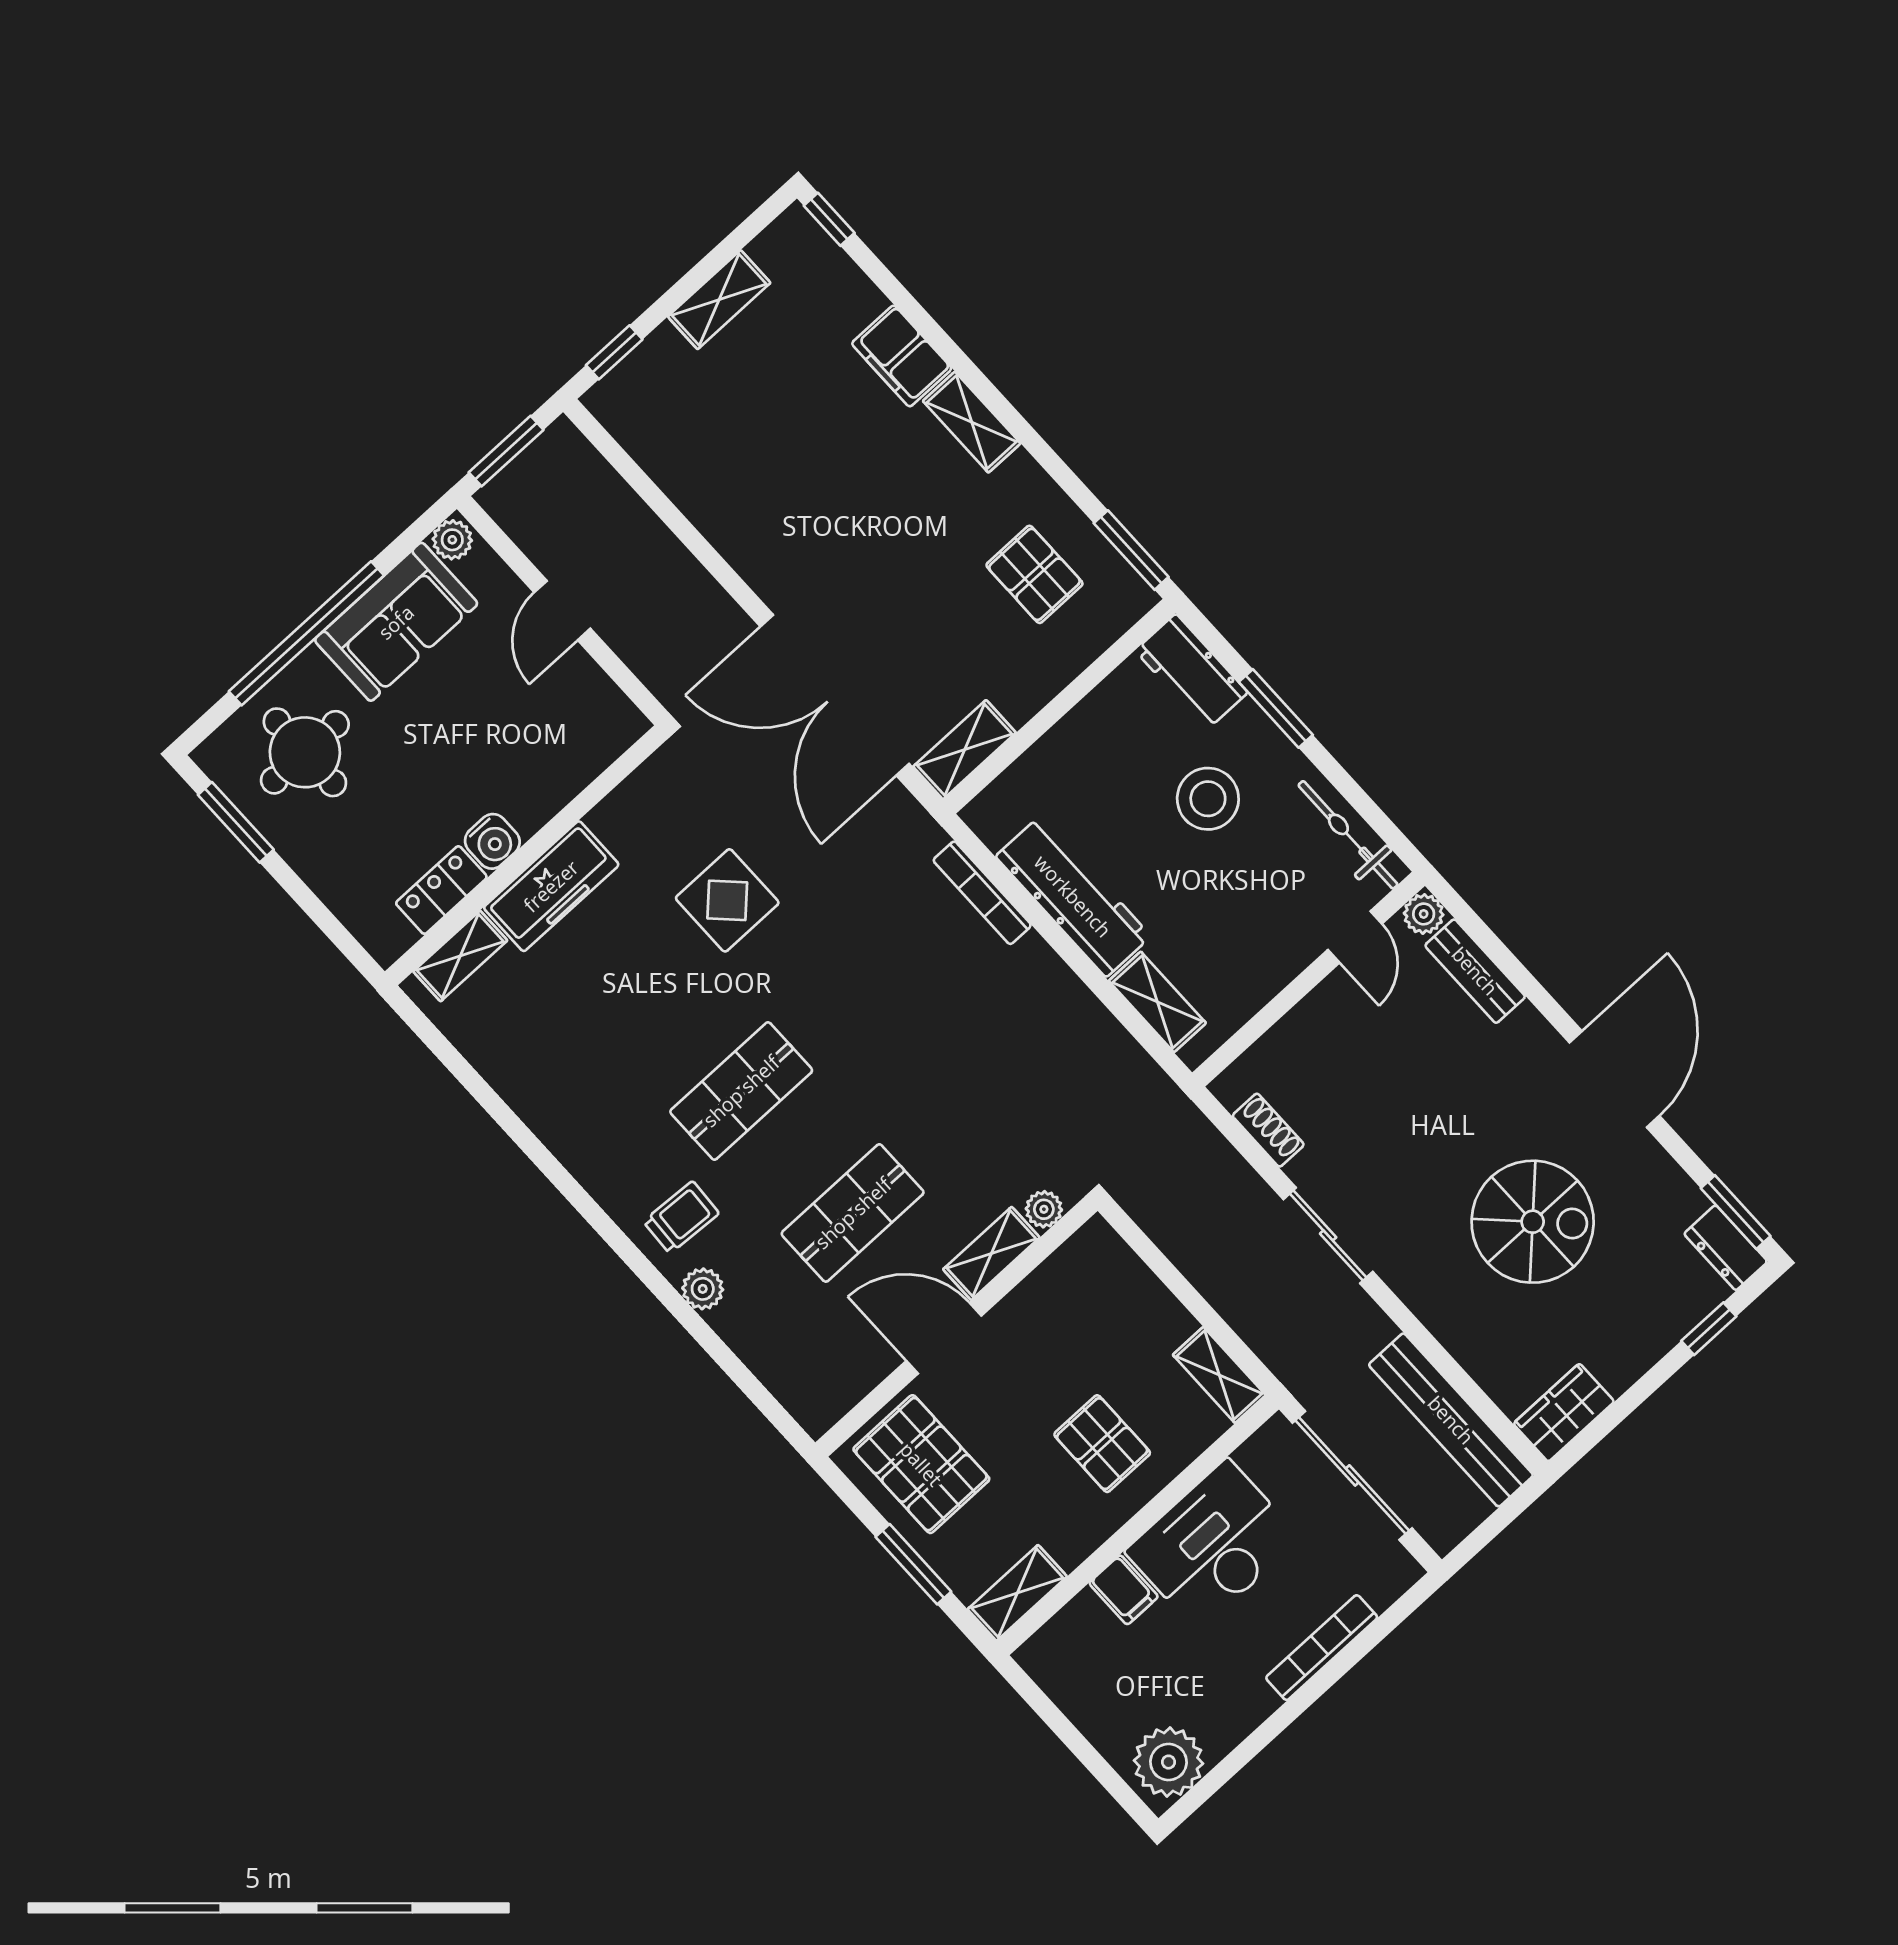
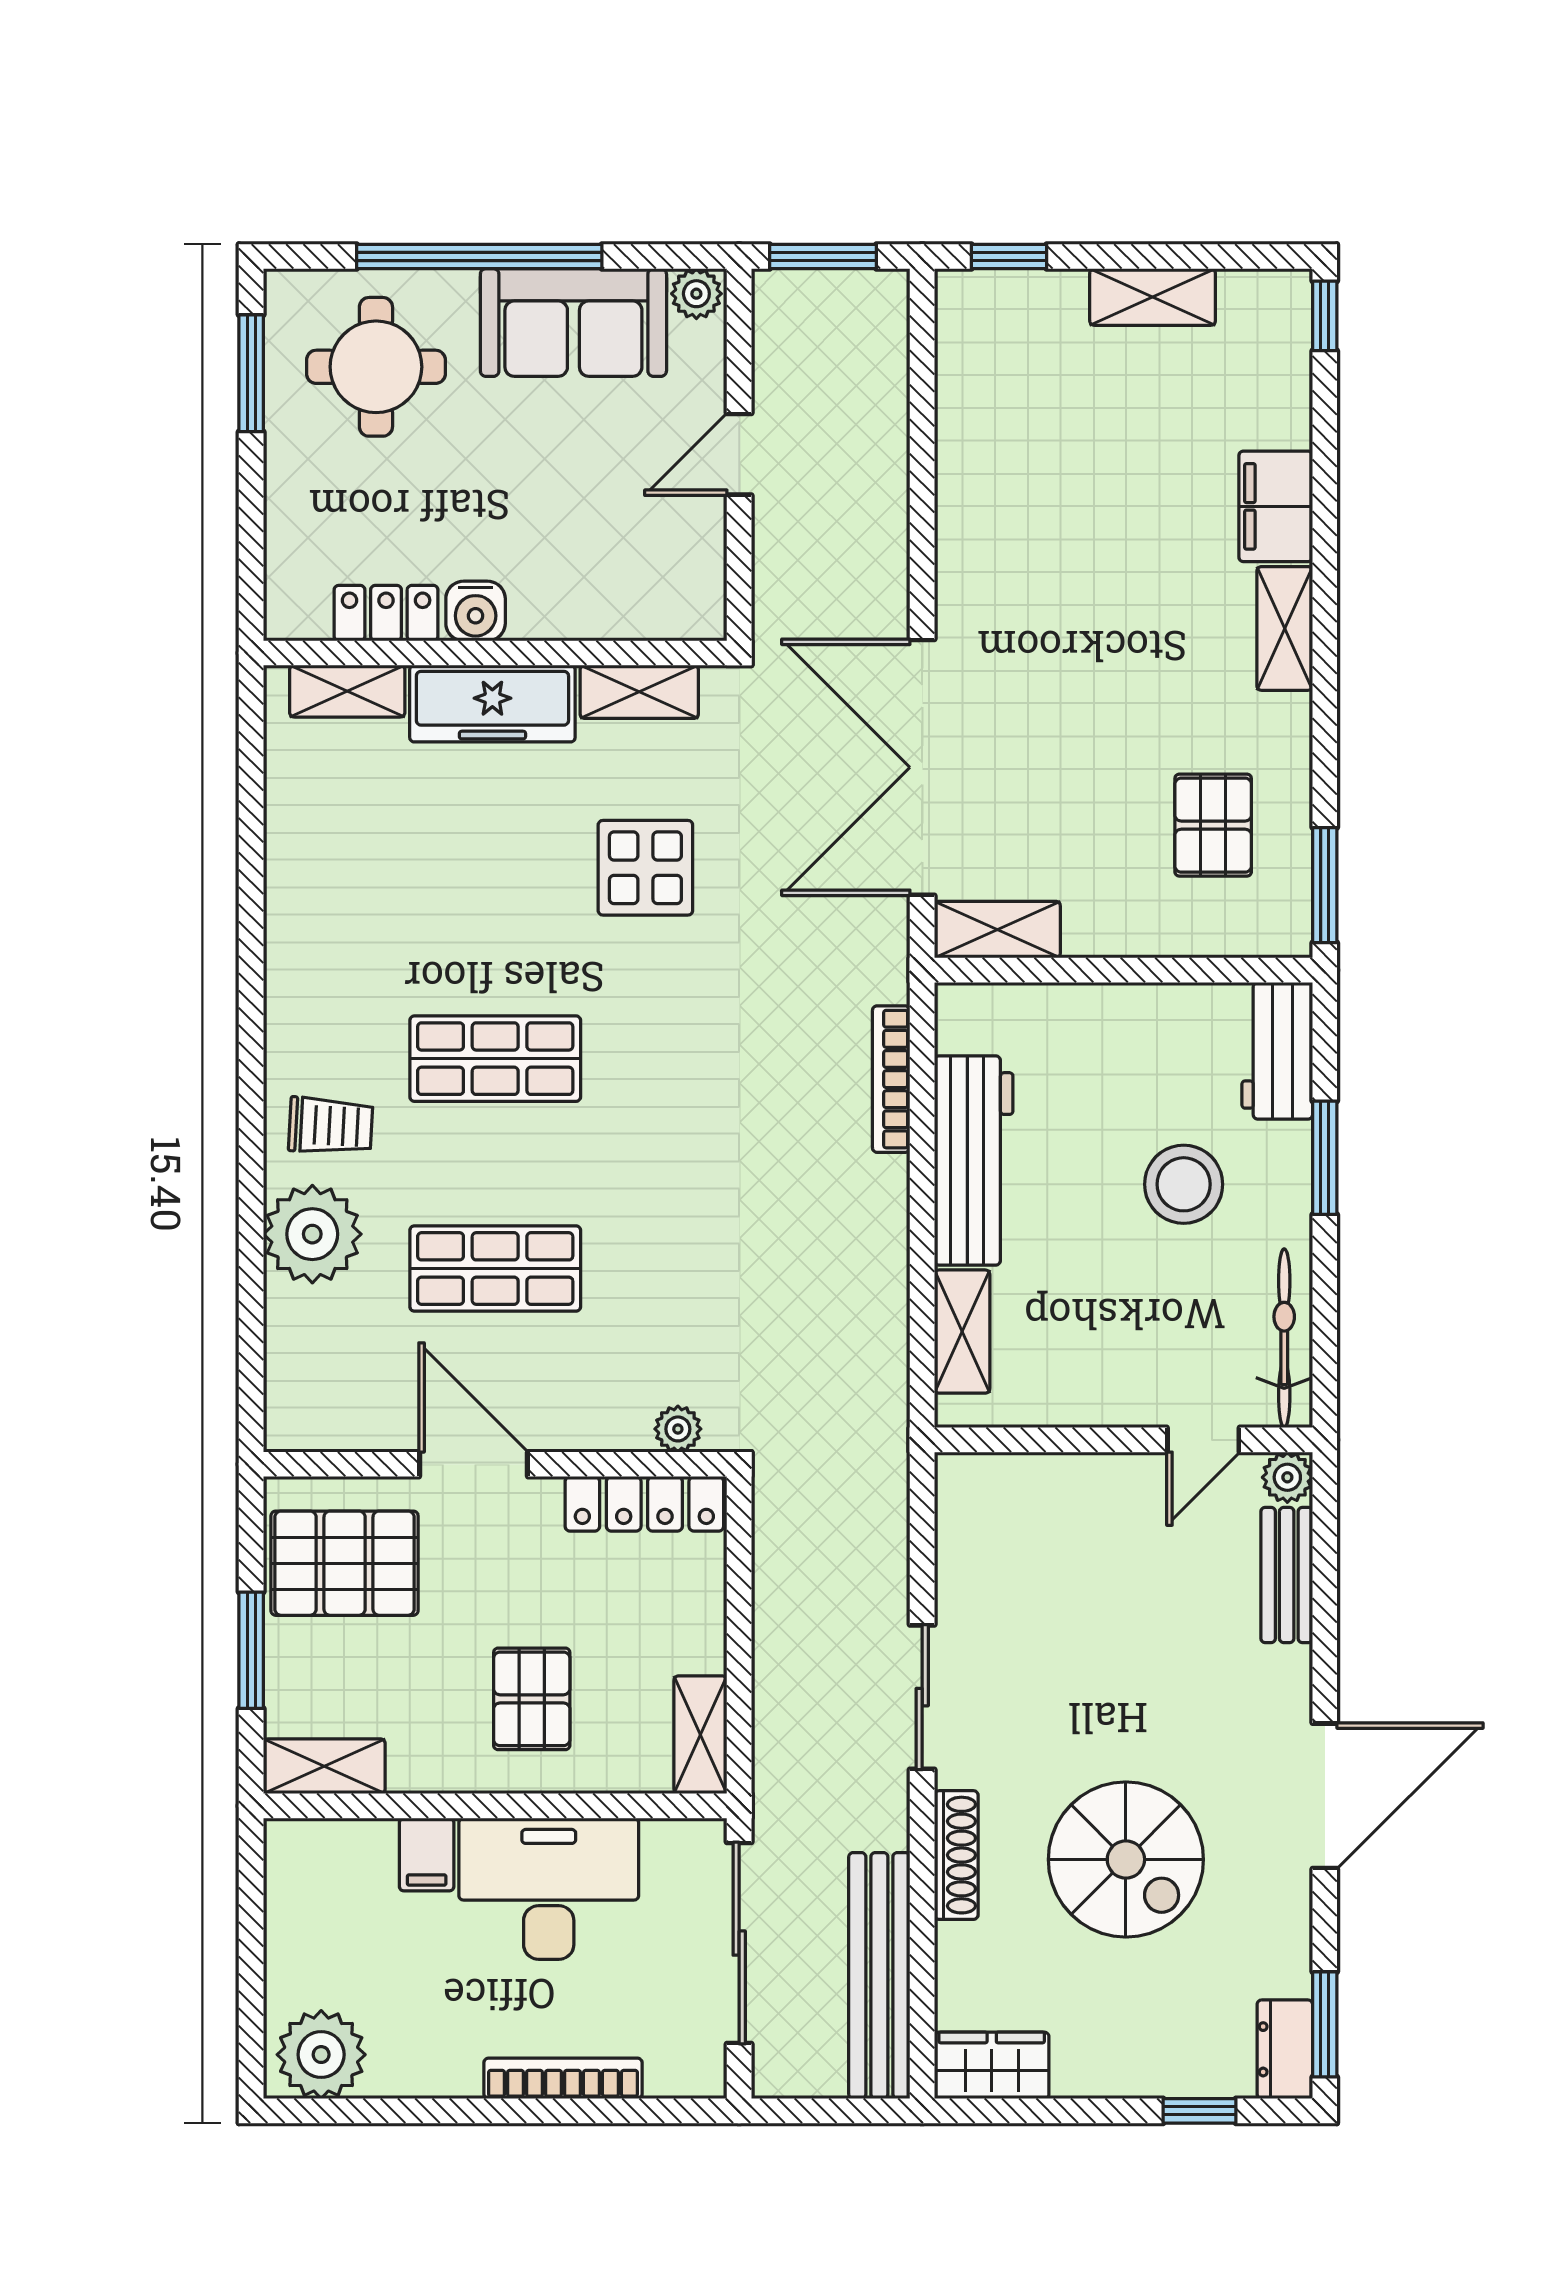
shoe rack: (1268, 1130) -> (956, 1855), moved, width x1.43
shelving: (991, 1253) -> (639, 692), moved
locker: (1064, 1271) -> (644, 1504), added
plant: (703, 1289) -> (312, 1234), width x1.88, depth x1.88
pallet: (921, 1464) -> (345, 1563), turned 90

